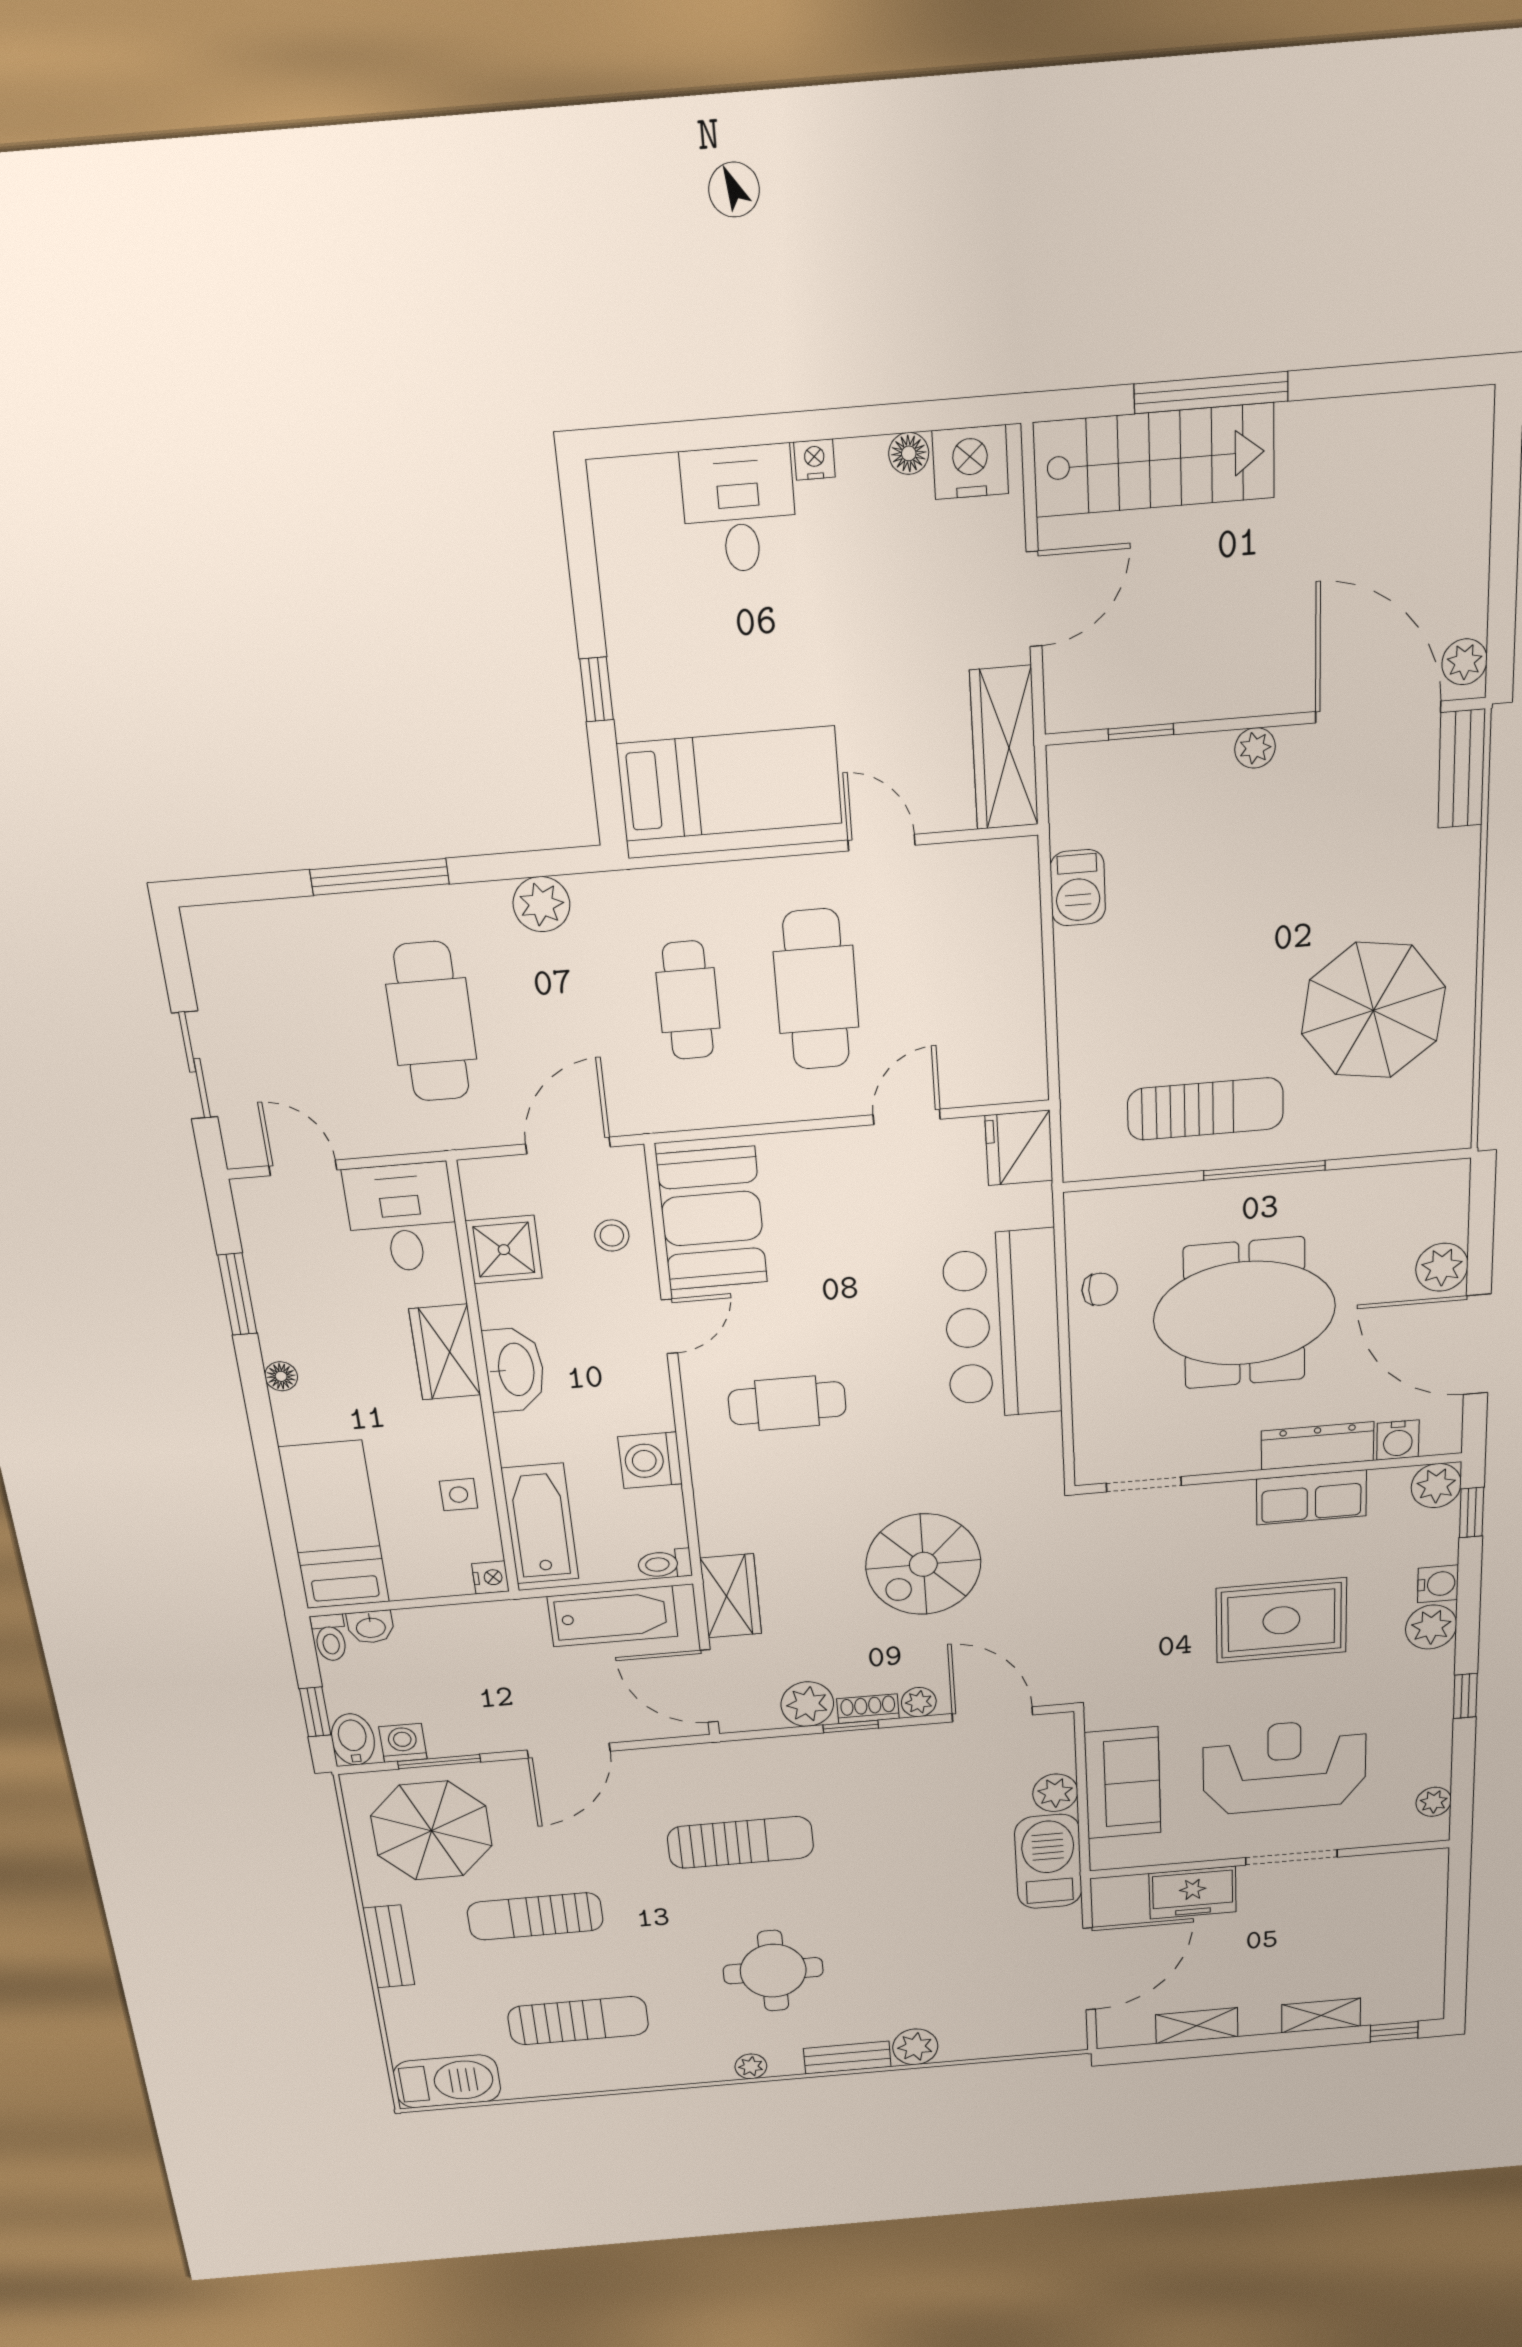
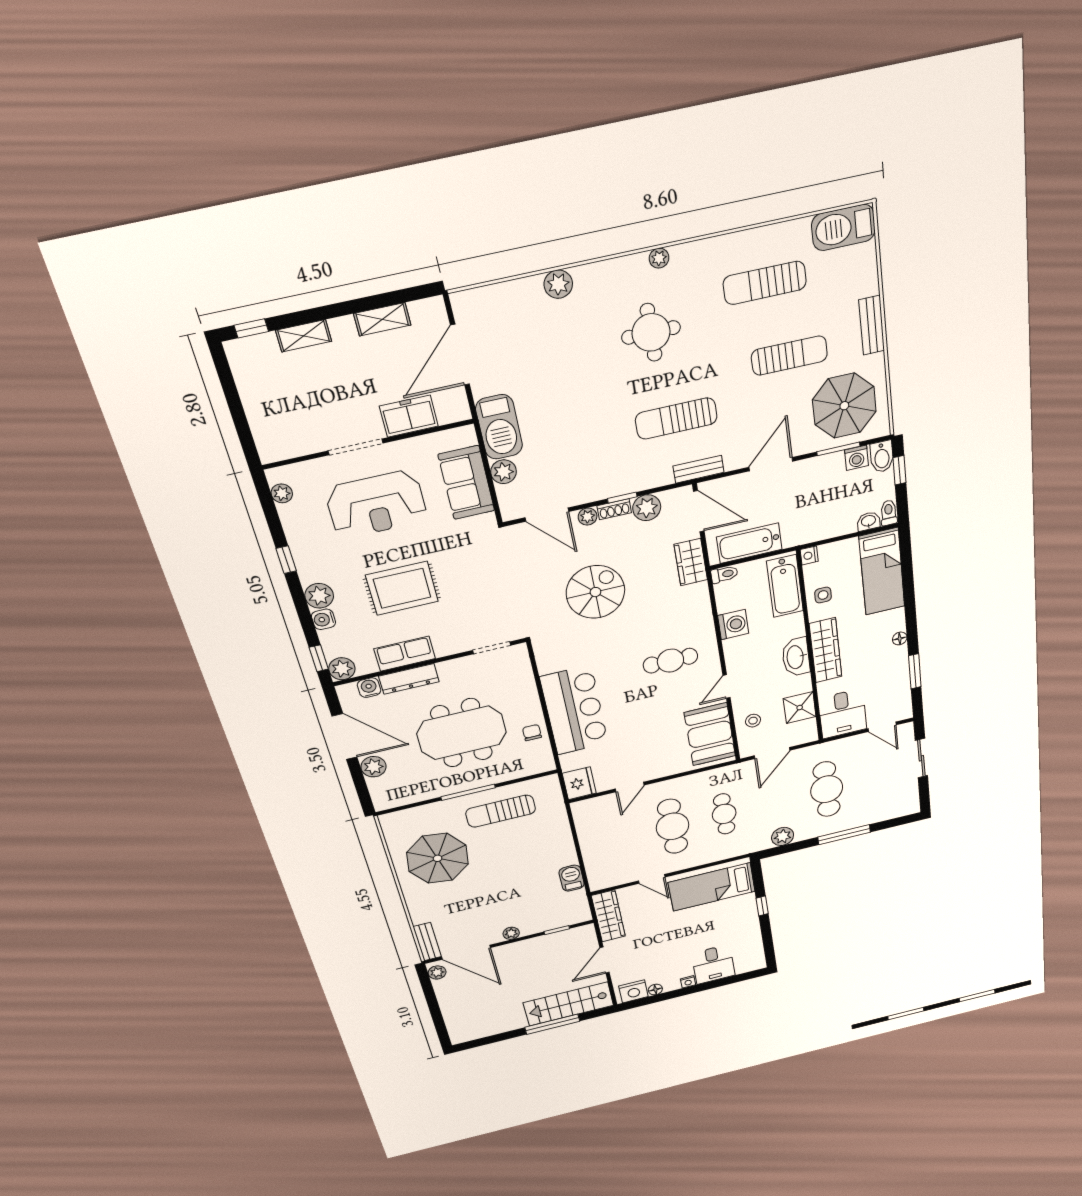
chair: (1100, 1289) -> (532, 733), turned 90
wardrobe: (445, 1352) -> (826, 650), width x1.50
bench: (847, 2058) -> (698, 469), moved

